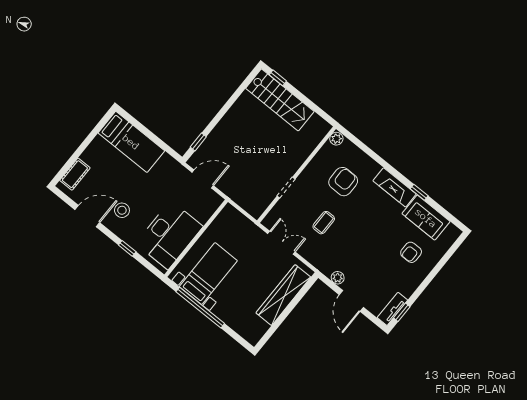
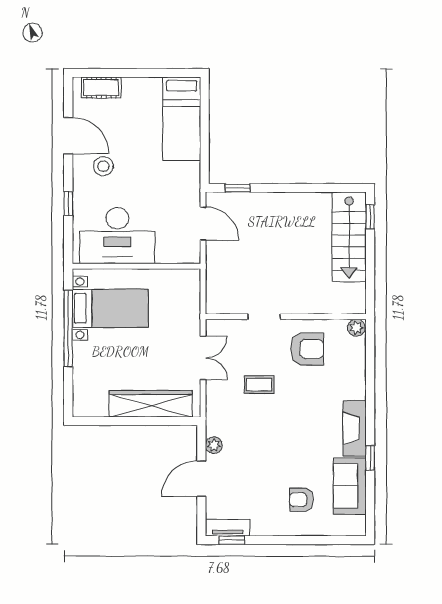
armchair: (343, 182) -> (307, 349), moved

